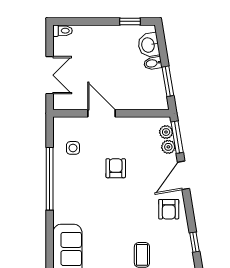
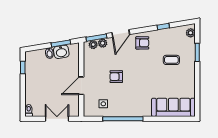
washbasin: (149, 45) -> (61, 52), moved
door: (183, 175) -> (121, 34), hinge flipped

